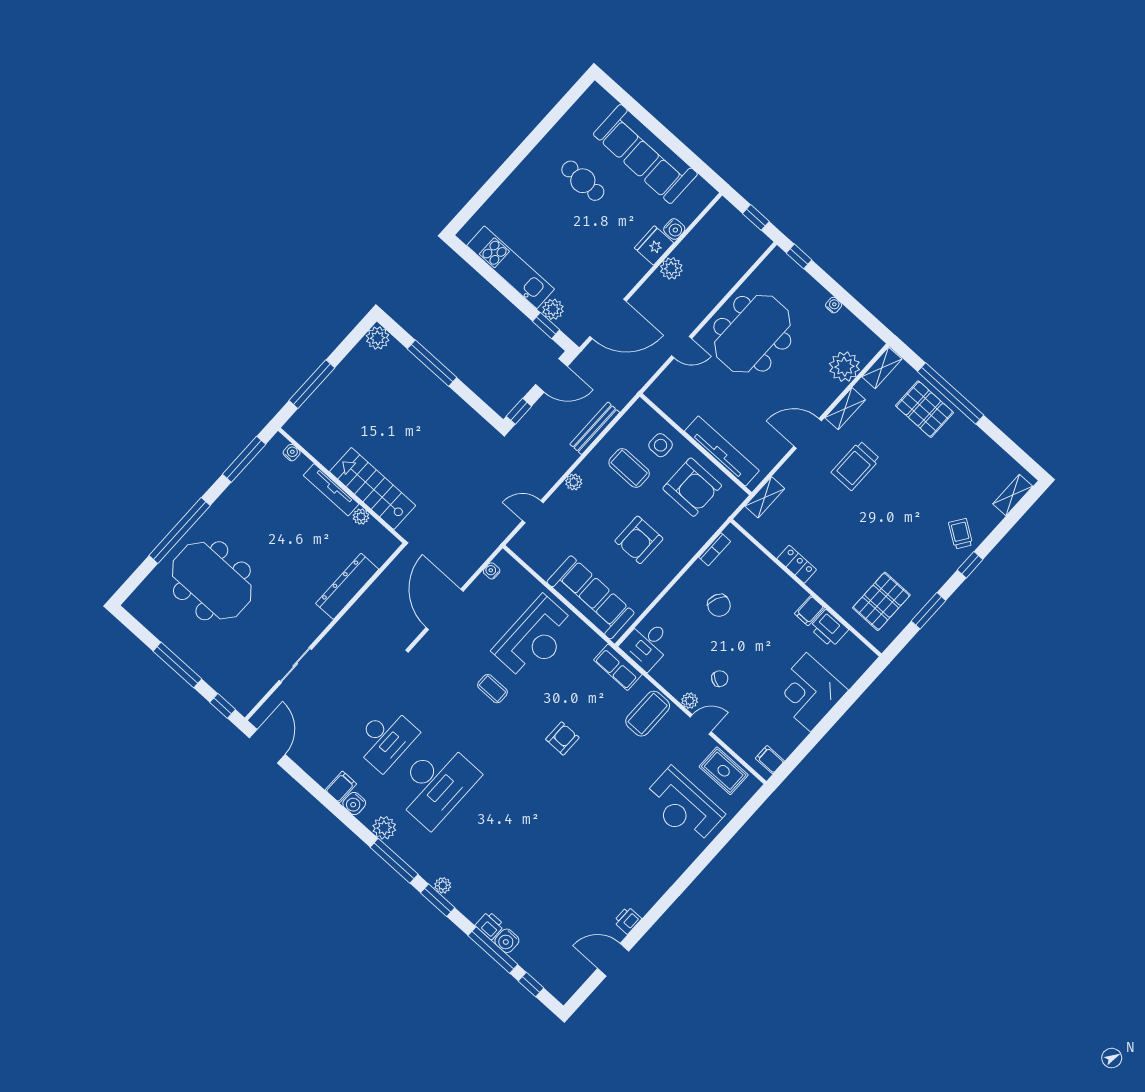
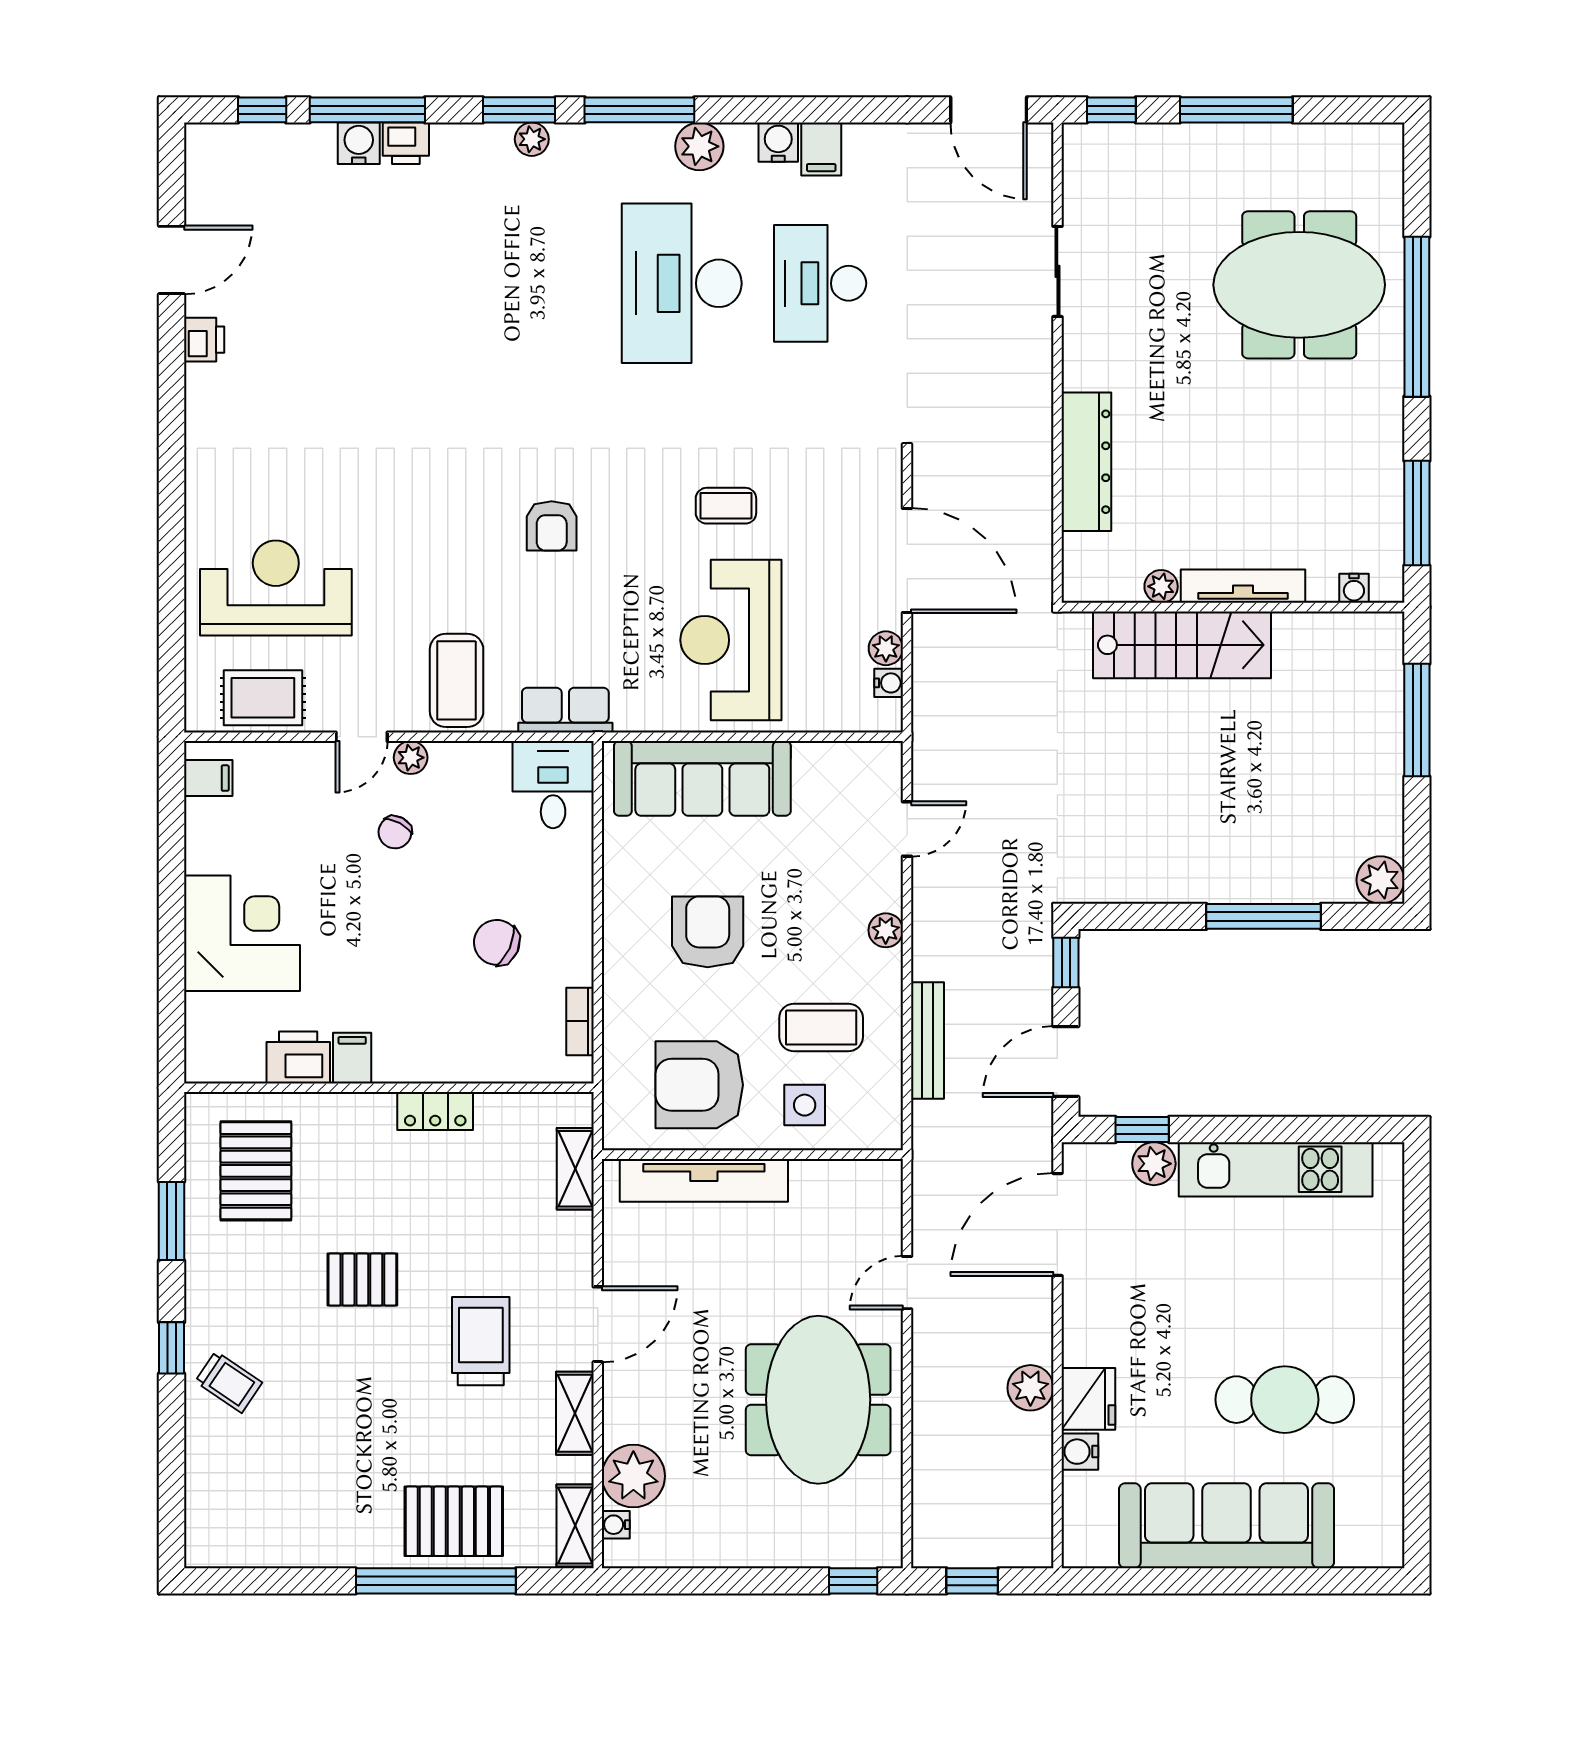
cafe table: (583, 181) -> (1285, 1400), width x1.37, depth x1.35
water cooler: (834, 305) -> (616, 1525), moved, turned 90
shelving: (1013, 495) -> (202, 1512), removed
pallet: (878, 527) -> (362, 1280), added
plant: (481, 584) -> (886, 648), added

